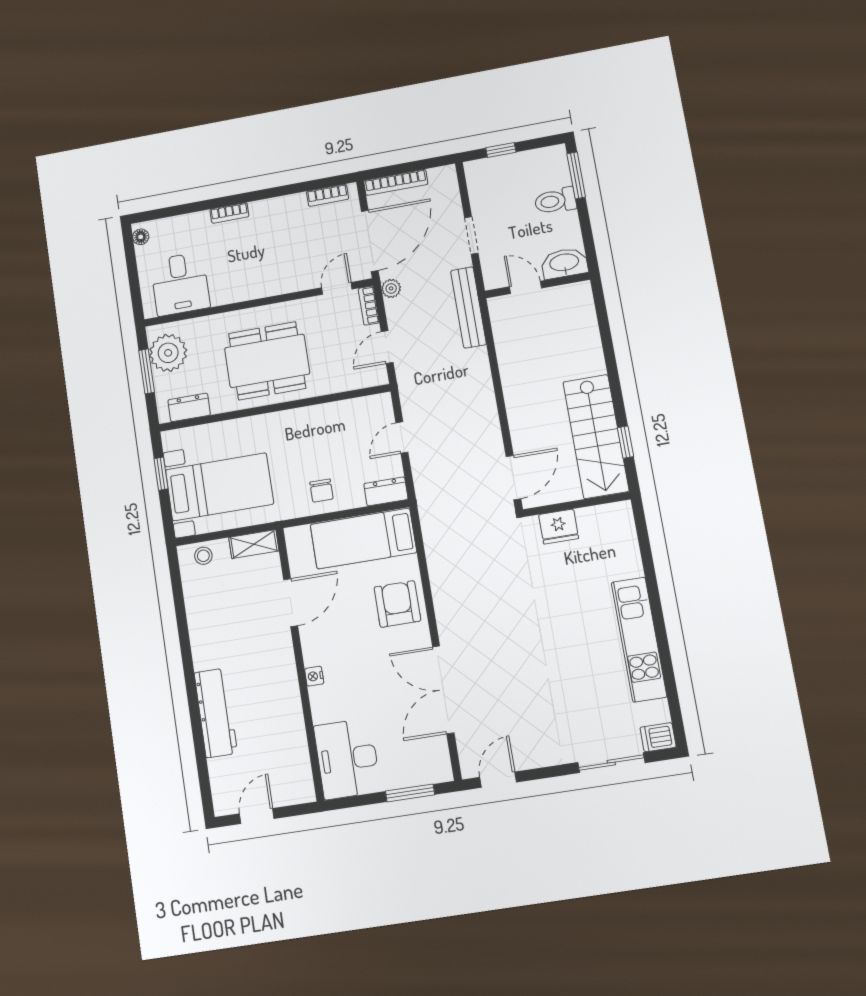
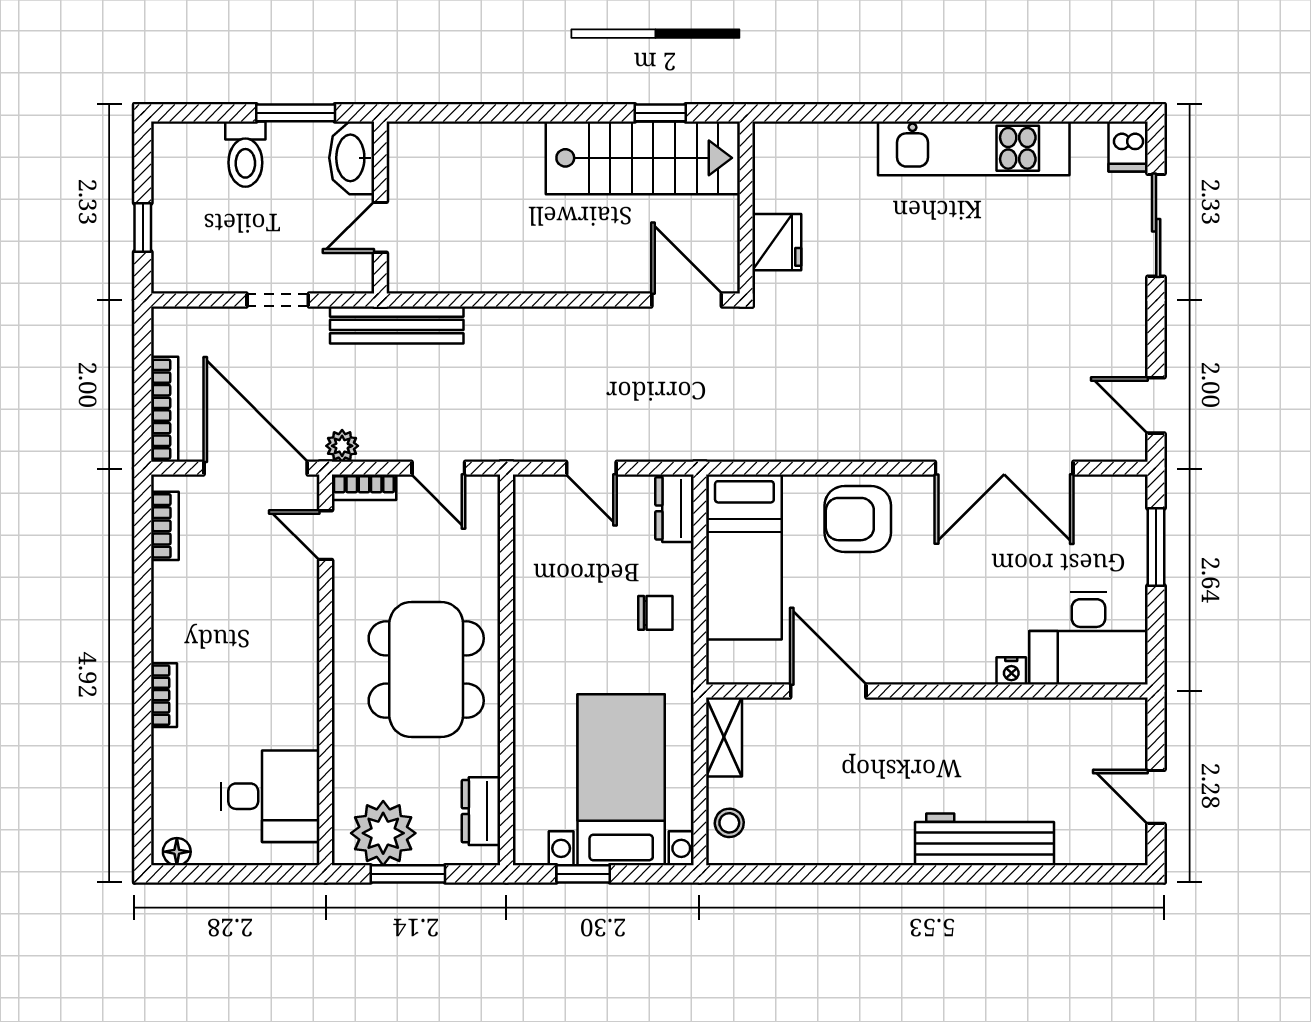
window: (576, 175) -> (296, 113), moved
nightstand: (314, 676) -> (1011, 671), moved

